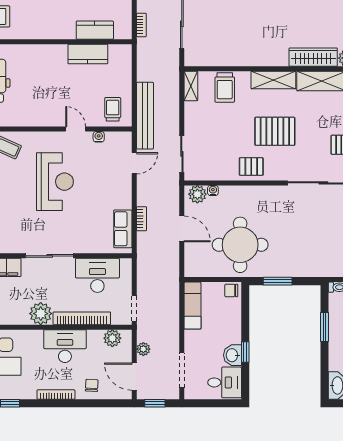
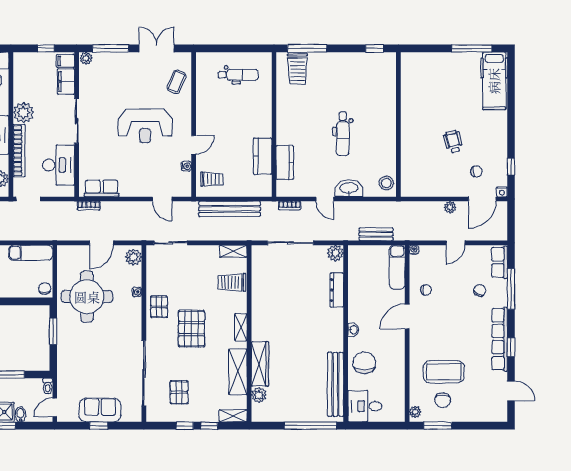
shelving: (273, 80) -> (241, 327), width x0.67, depth x0.75
bench: (145, 116) -> (230, 209), moved
water cooler: (213, 190) -> (137, 292), moved
bookcase: (142, 219) -> (89, 206), moved

